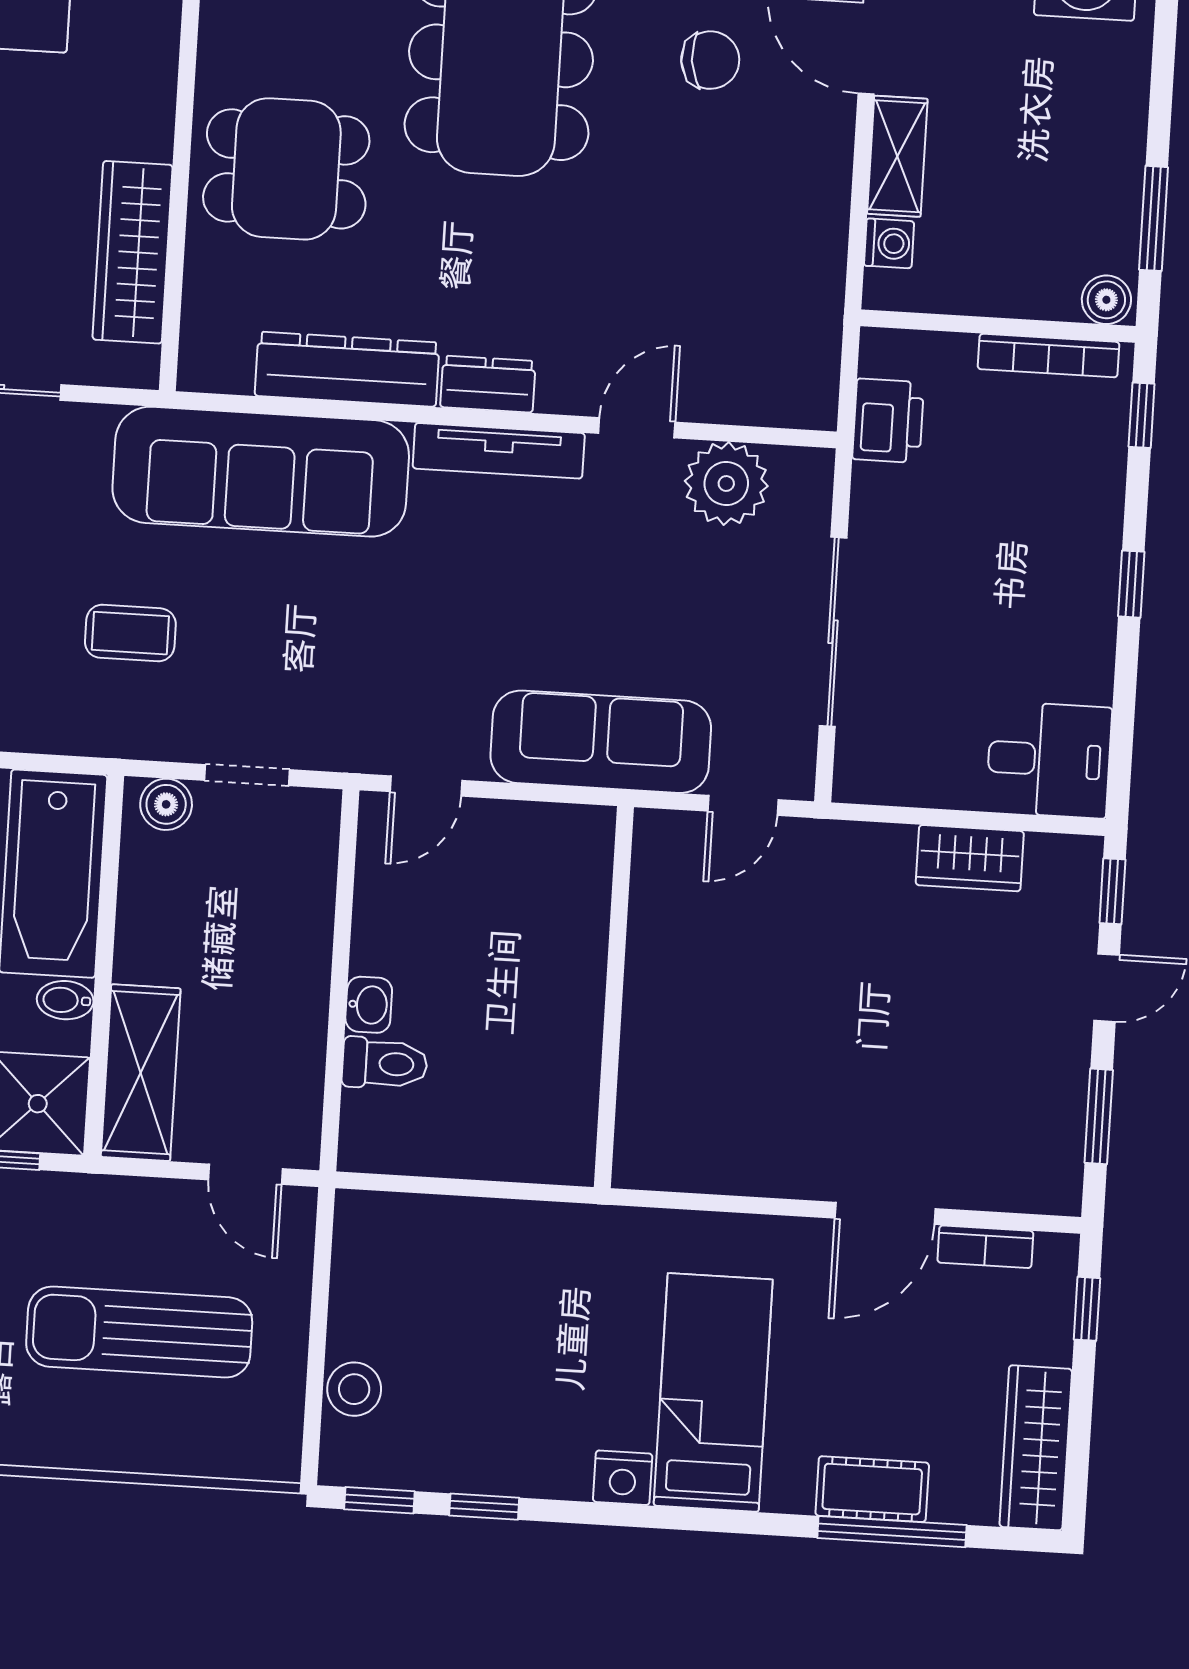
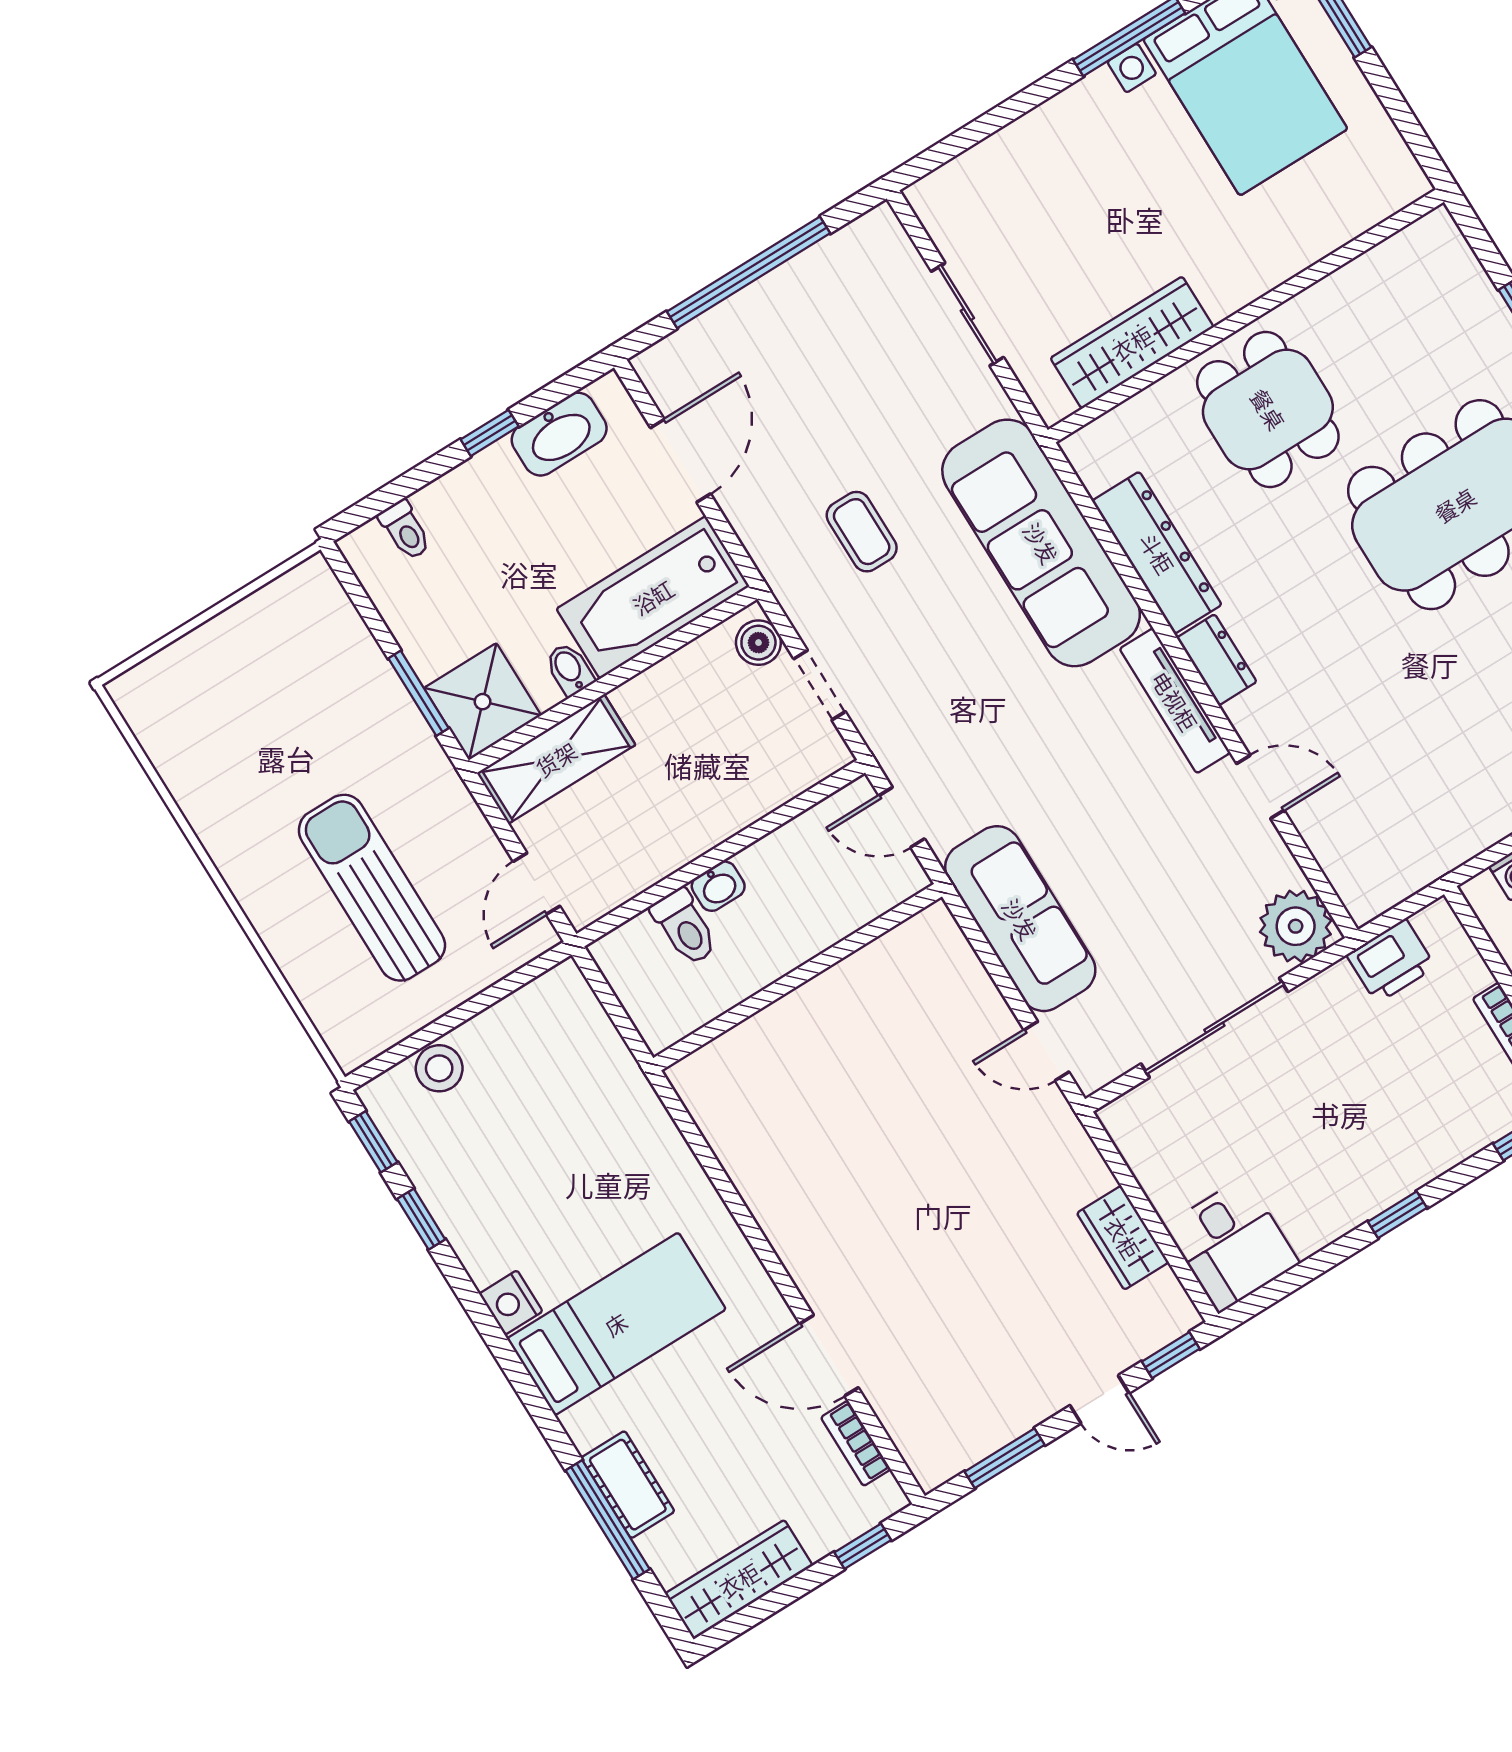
plant: (726, 484) -> (1296, 926), moved
wall: (614, 997) -> (798, 977), moved

